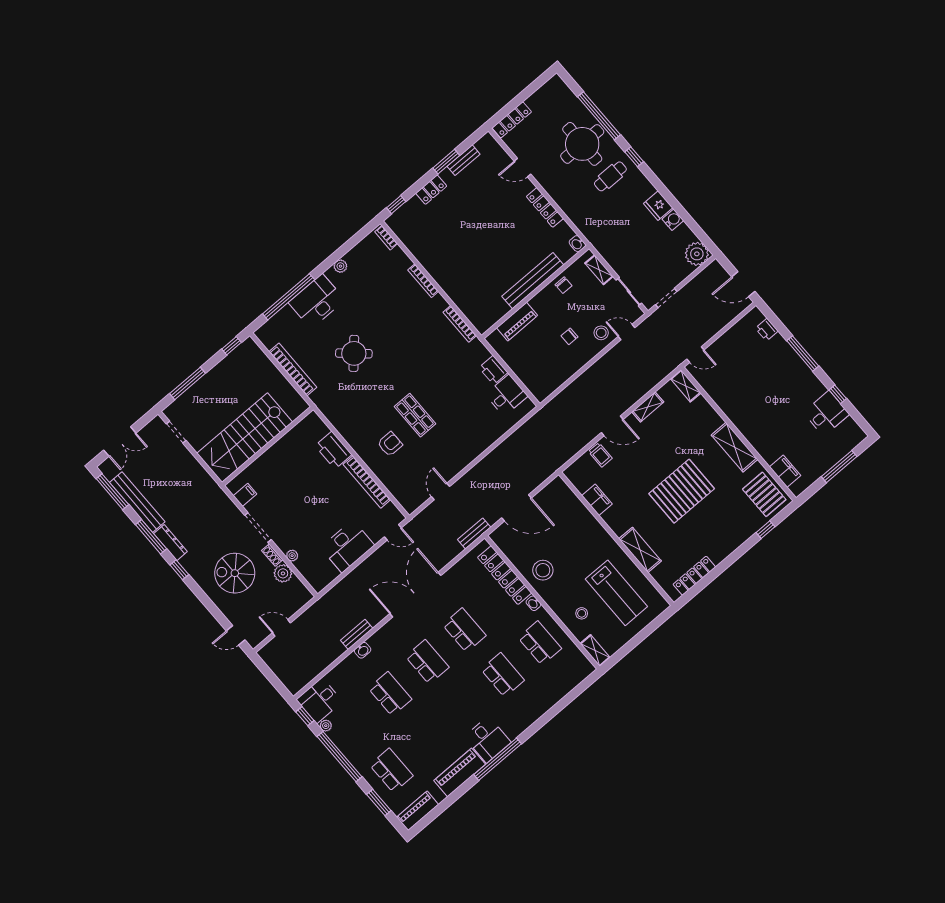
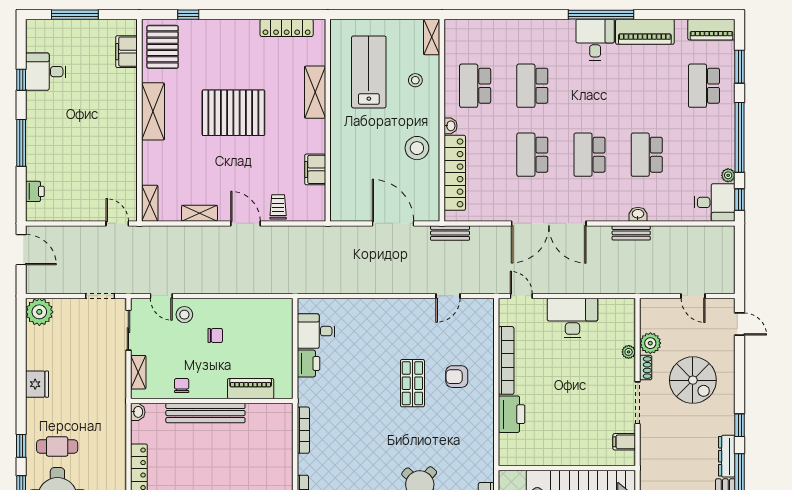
water cooler: (673, 220) -> (35, 360), removed

